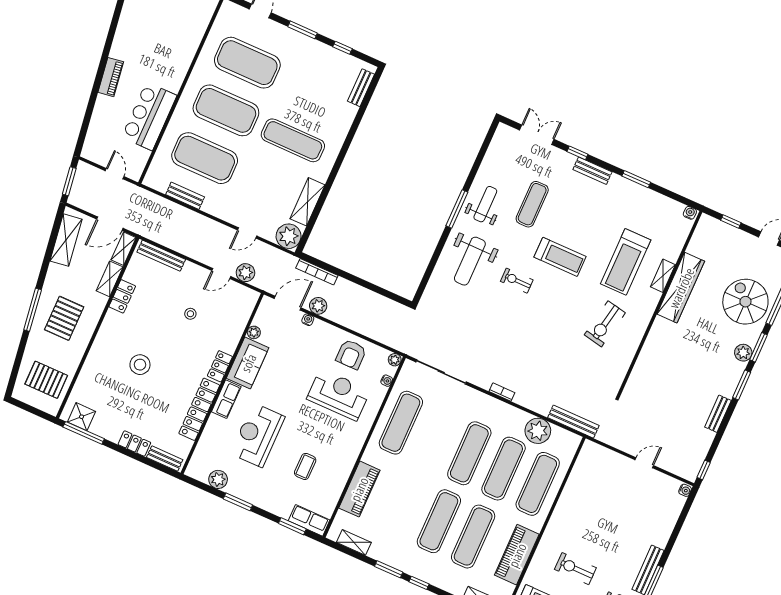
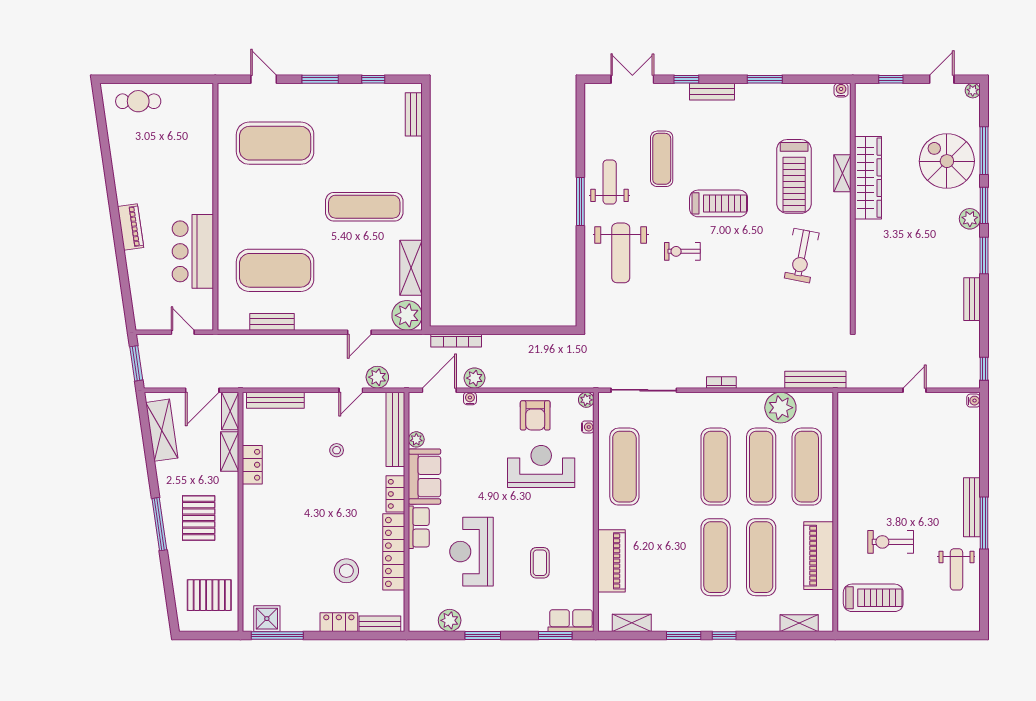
exercise mat: (226, 110) -> (275, 207), removed
bench: (242, 318) -> (395, 429), added
stool: (140, 365) -> (346, 571), moved

